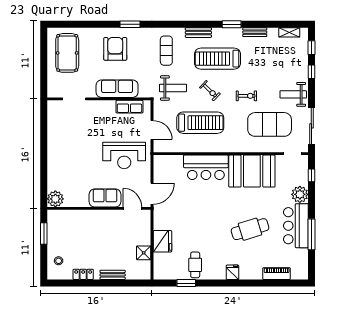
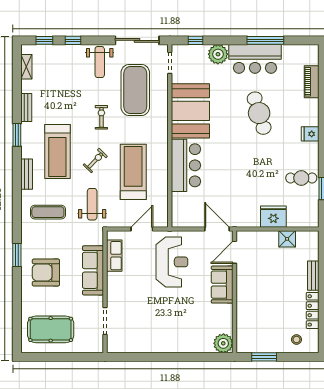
locker: (83, 274) -> (313, 310), width x1.53

